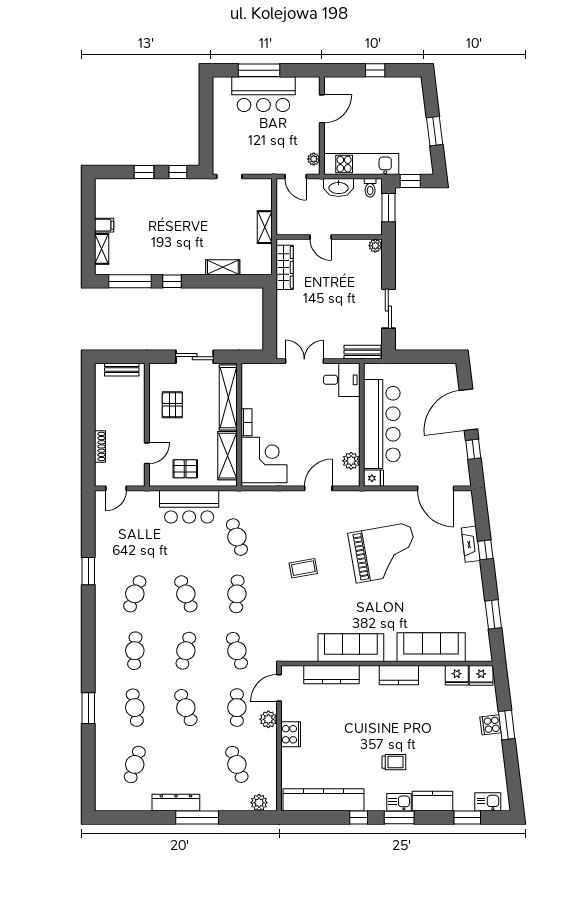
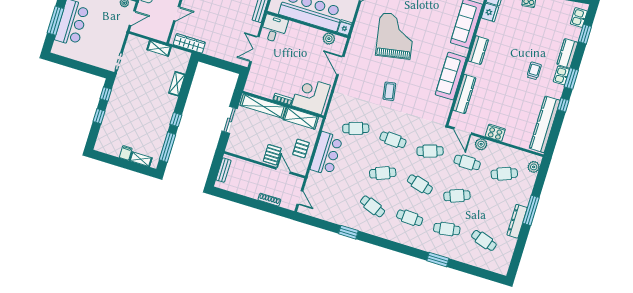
pallet: (172, 405) -> (272, 155), moved, turned 90

